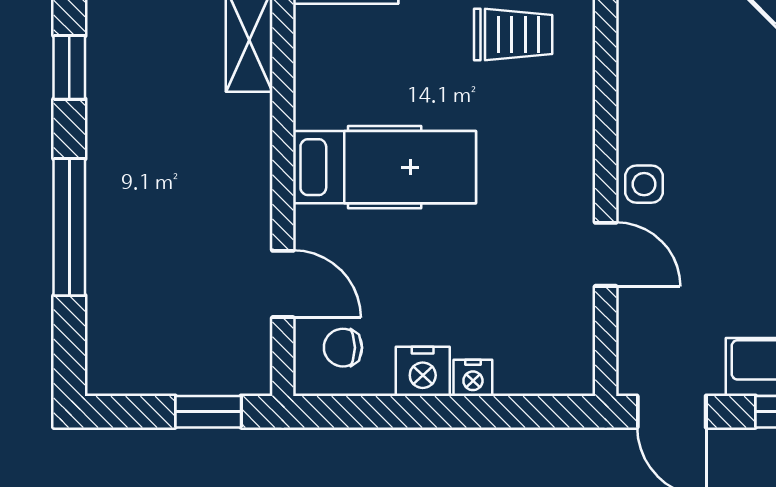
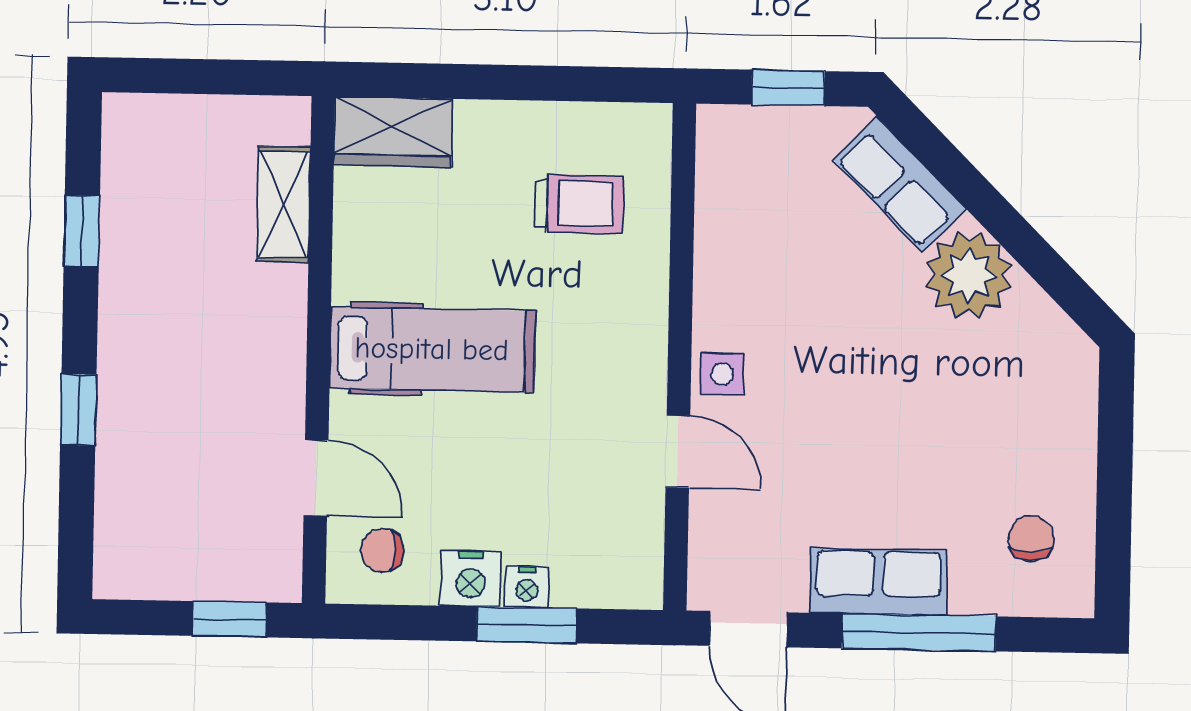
window: (69, 227) -> (78, 410), width x0.46
window: (473, 412) -> (527, 625), added

